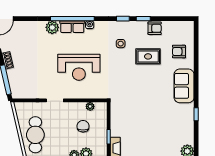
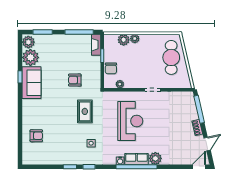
armchair: (155, 28) -> (75, 80), moved
rug: (148, 56) -> (85, 111), moved, turned 90
reception desk: (79, 67) -> (130, 121), turned 90
sofa: (184, 86) -> (31, 83), moved
chair: (83, 126) -> (111, 68), moved
plant: (185, 135) -> (30, 57), added

